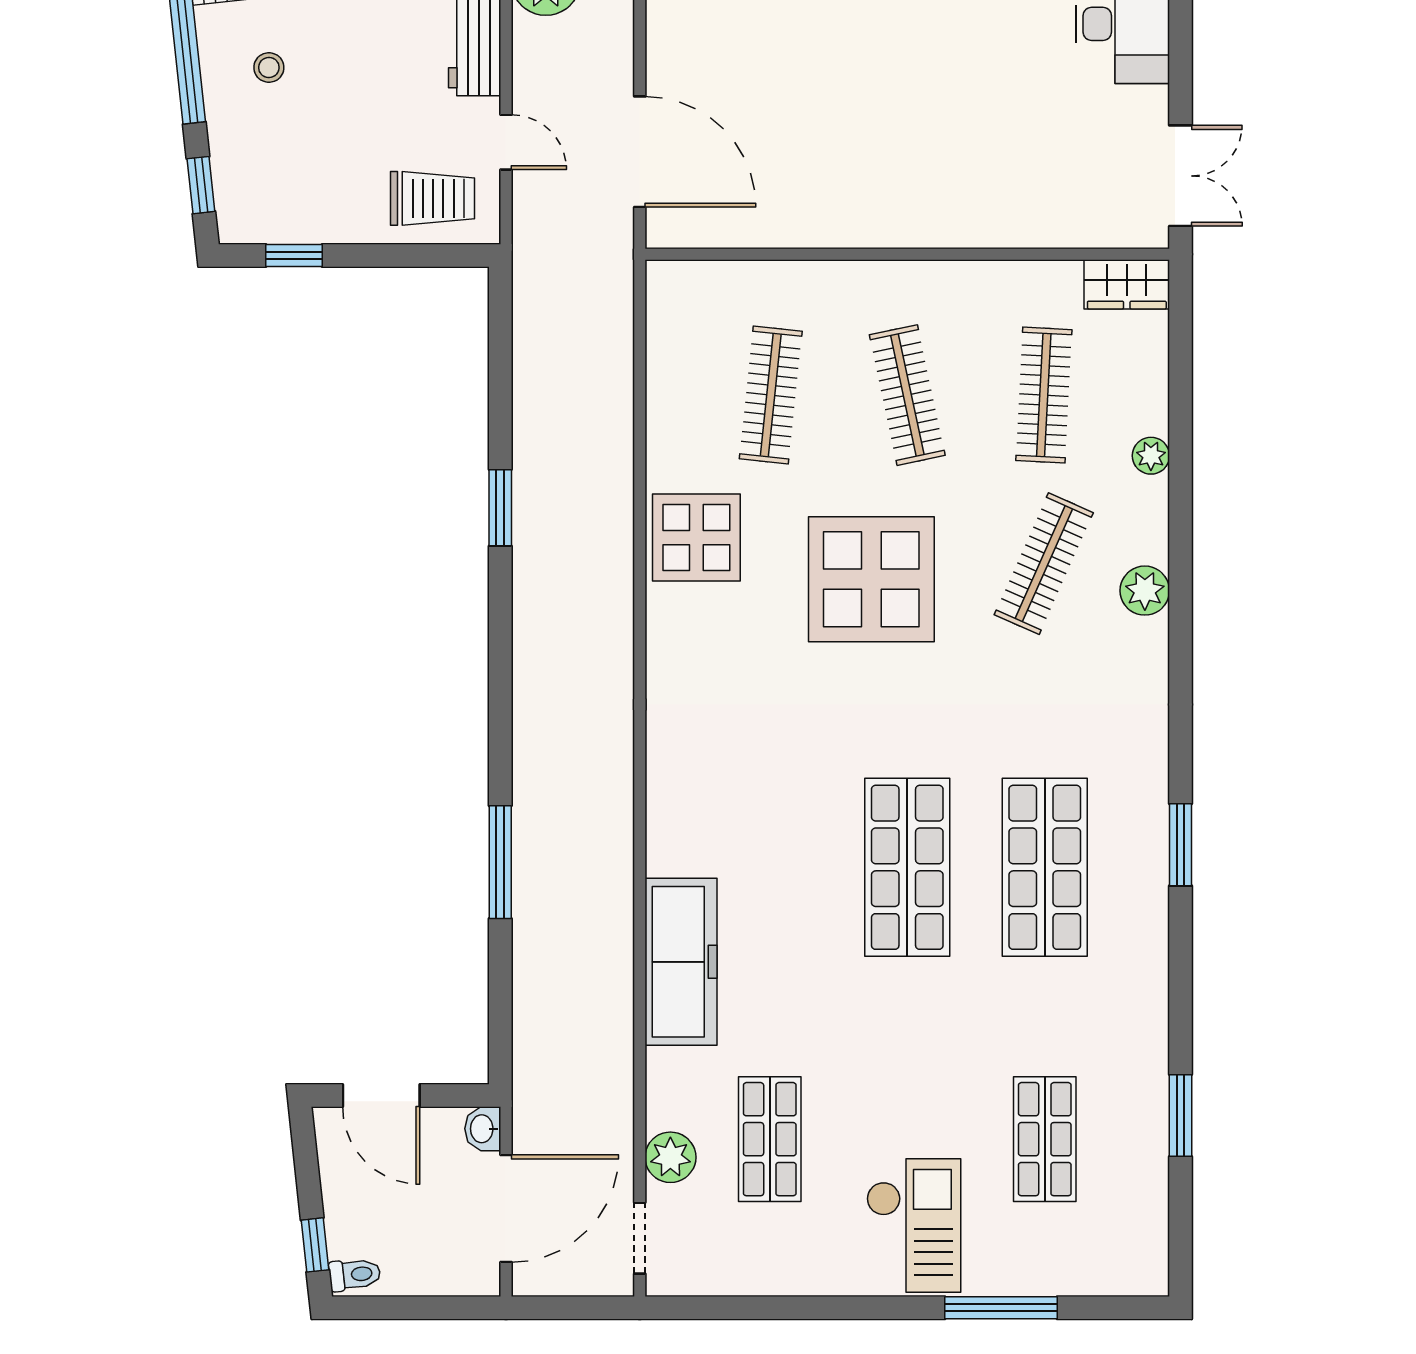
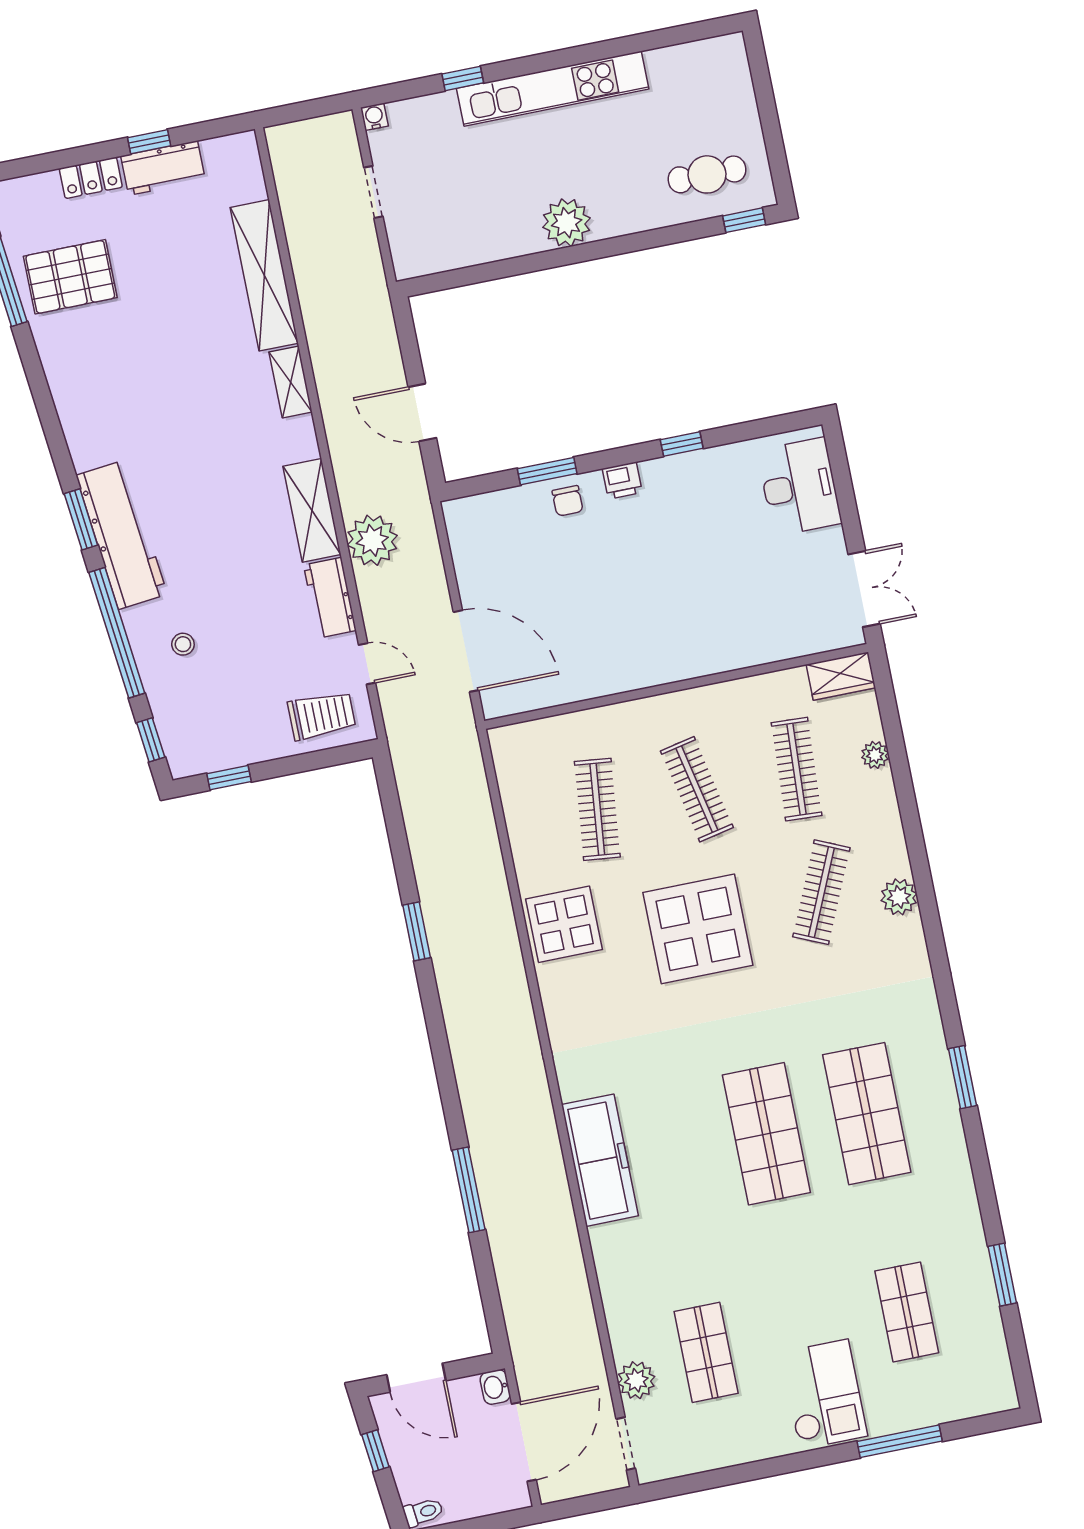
plant: (1151, 456) -> (875, 755), moved
freezer: (681, 962) -> (600, 1160), moved
window: (315, 1245) -> (375, 1451), moved

